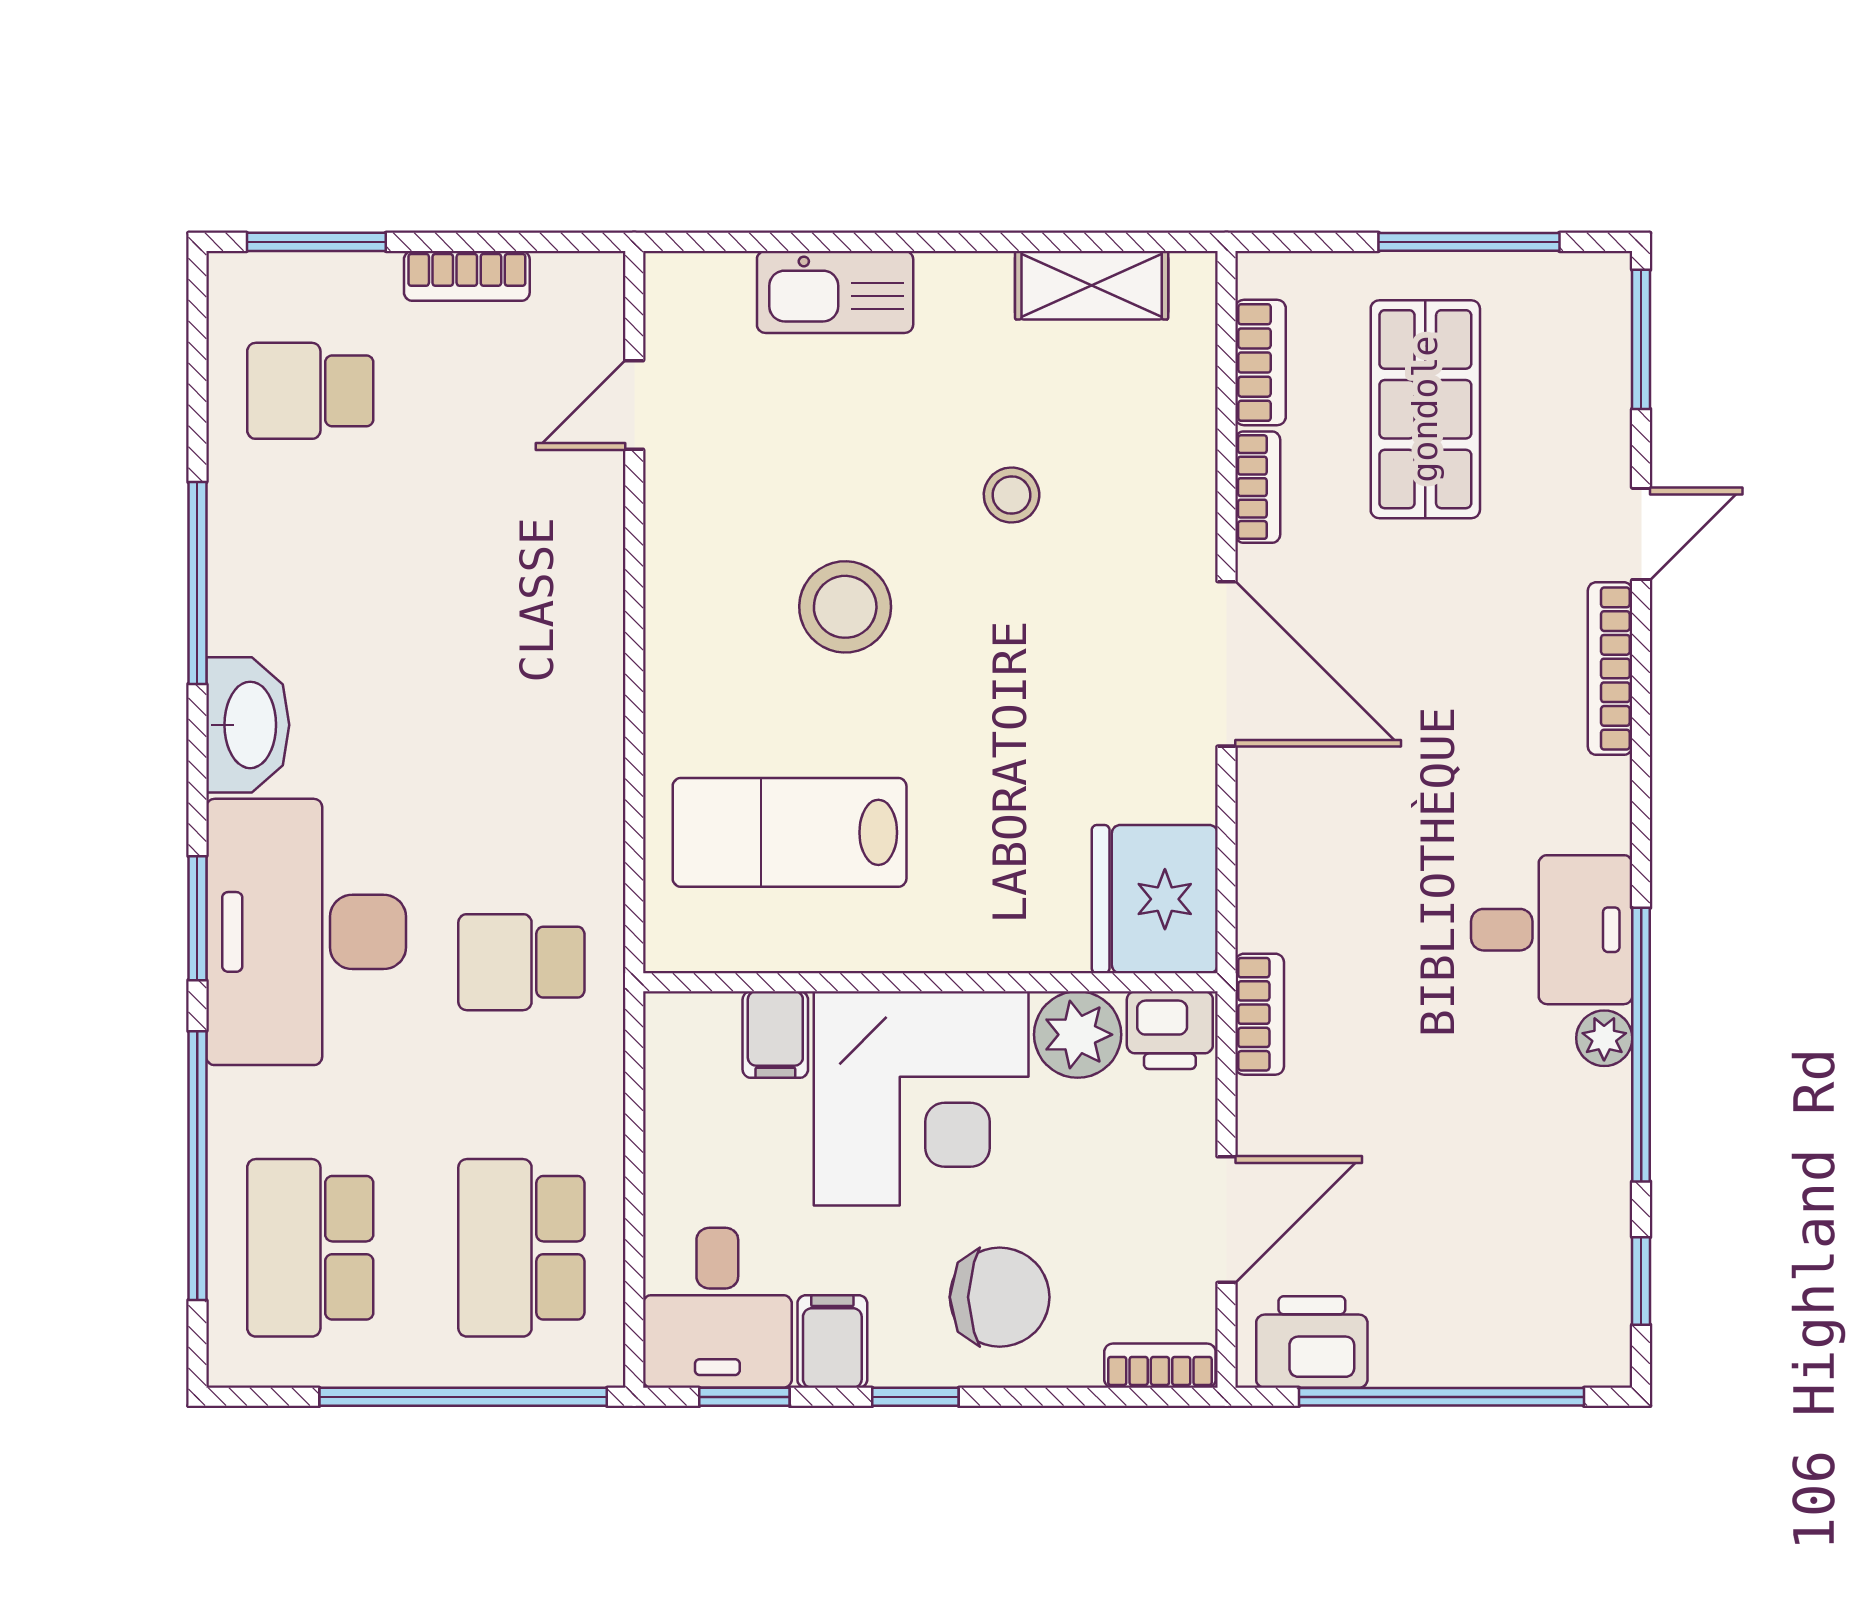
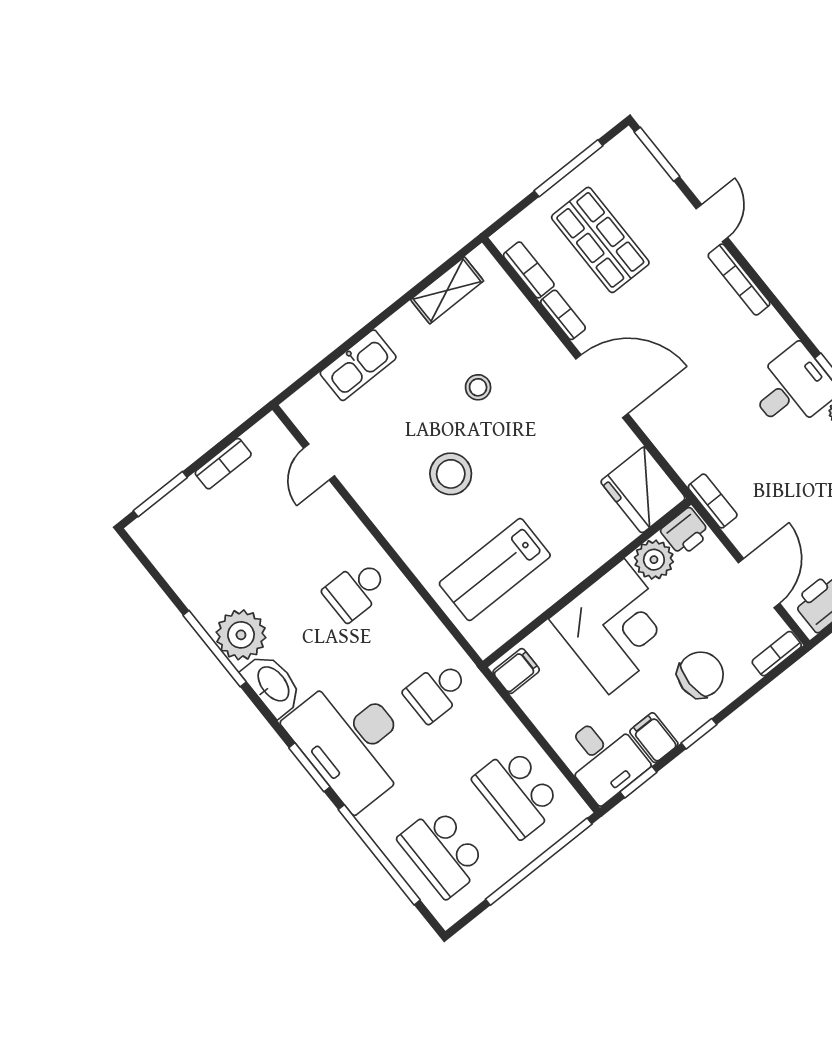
school desk: (310, 391) -> (356, 590), moved
plant: (262, 596) -> (241, 635), added
filing cabinet: (775, 1035) -> (516, 671), moved, turned -90

